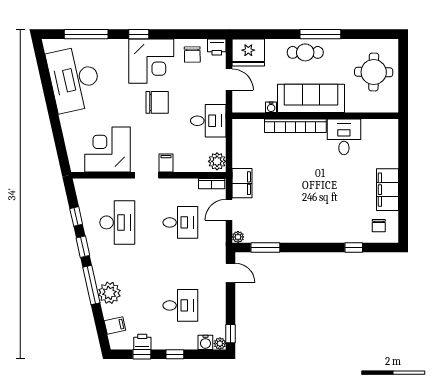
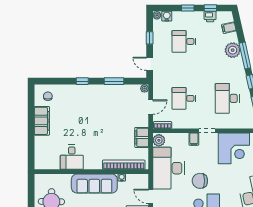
desk: (208, 121) -> (168, 168), width x1.87, depth x1.30
bookcase: (295, 126) -> (124, 165), moved
filing cabinet: (242, 183) -> (142, 137), moved
window: (265, 247) -> (114, 81), moved
window: (354, 247) -> (82, 81), moved
window: (231, 334) -> (150, 38), moved

